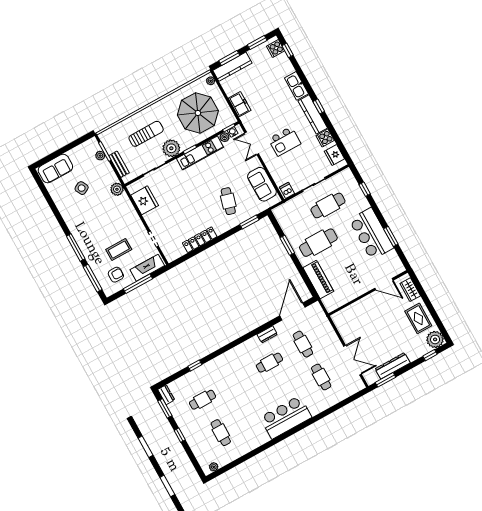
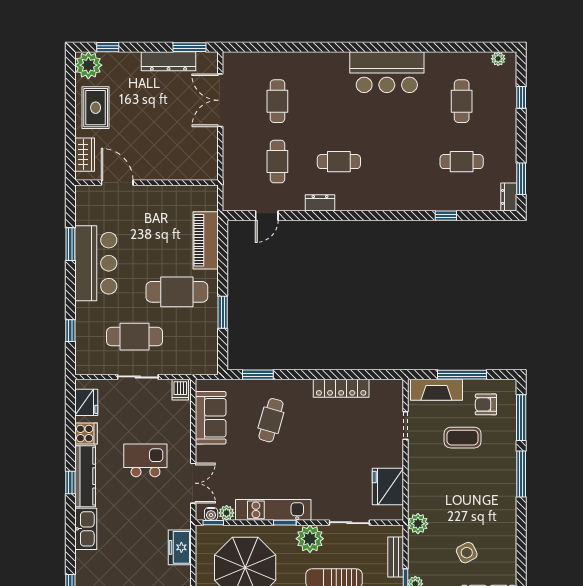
door: (292, 311) -> (267, 216), width x0.53
bar counter: (286, 417) -> (387, 72), moved
window: (180, 435) -> (521, 97), moved

